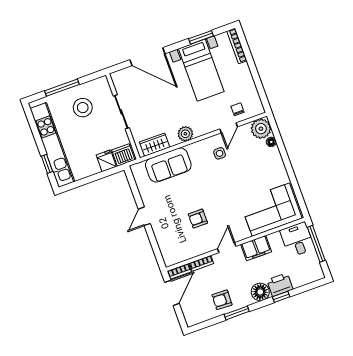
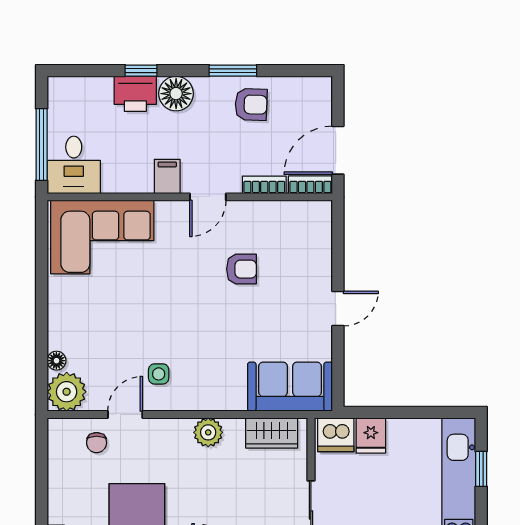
sofa: (168, 165) -> (290, 387), moved
filing cabinet: (256, 248) -> (167, 176), width x0.50

